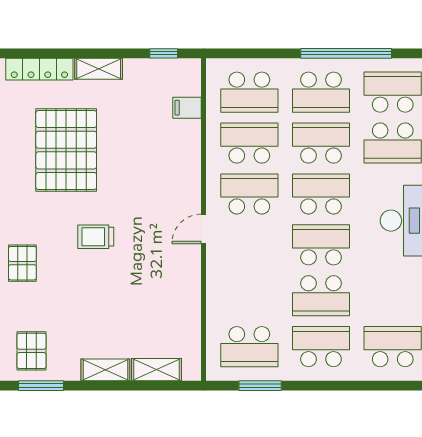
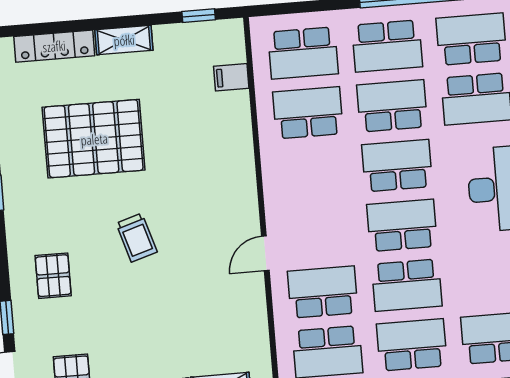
pallet: (66, 150) -> (94, 139), turned 90
school desk: (249, 194) -> (323, 292), moved
door: (204, 229) -> (265, 253), moved
trolley: (96, 237) -> (137, 238), turned -107

